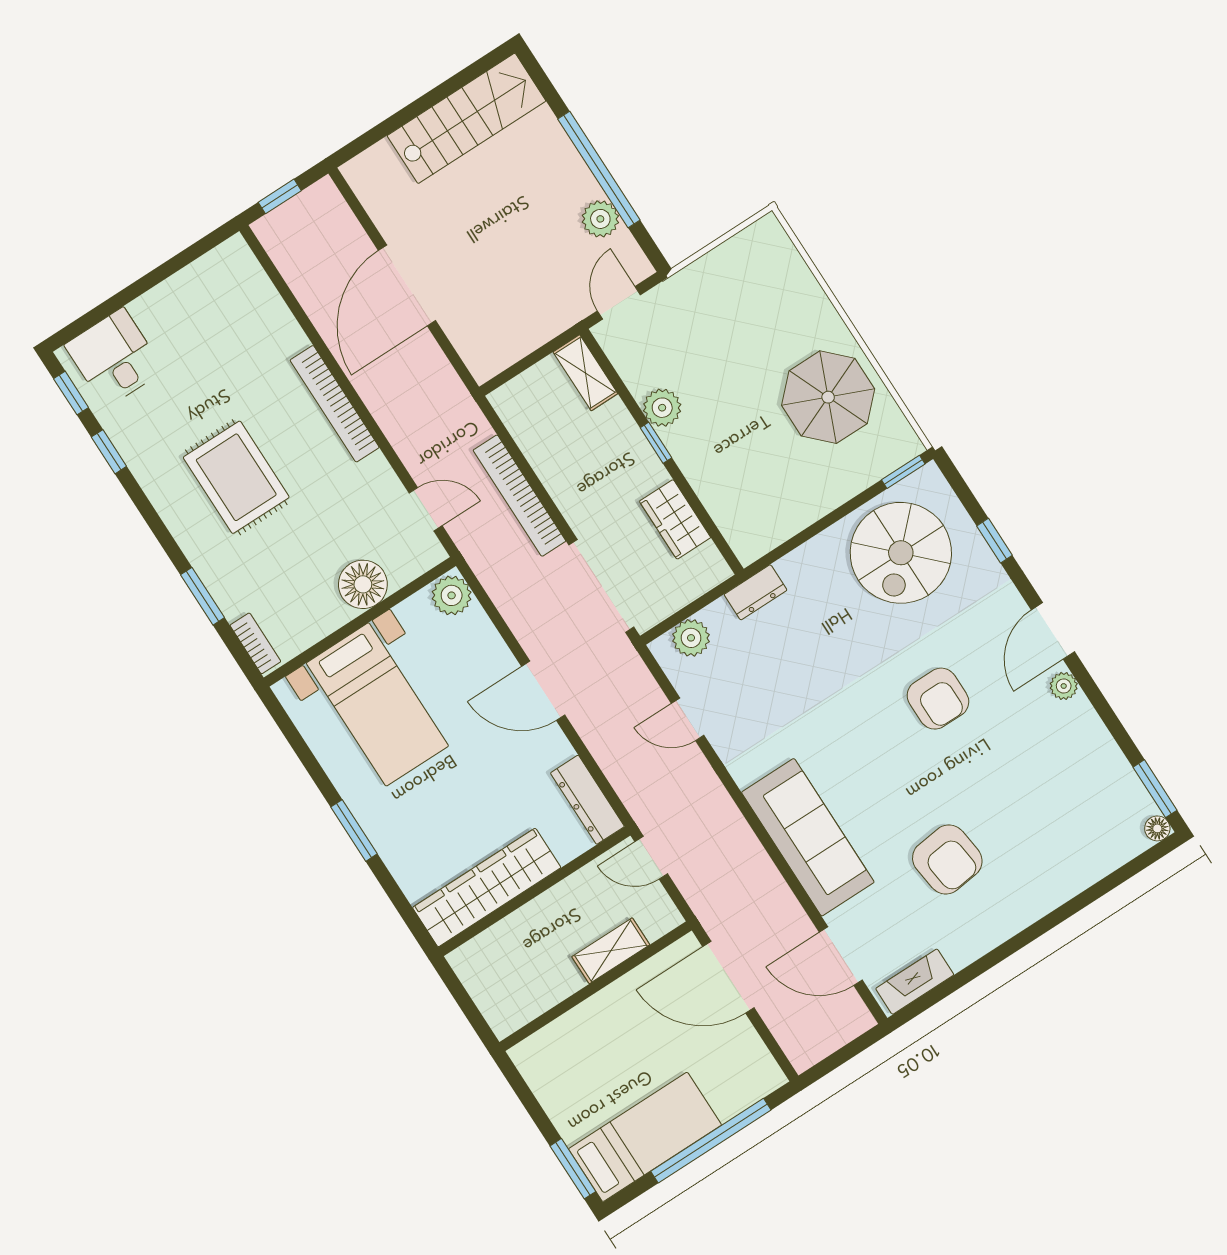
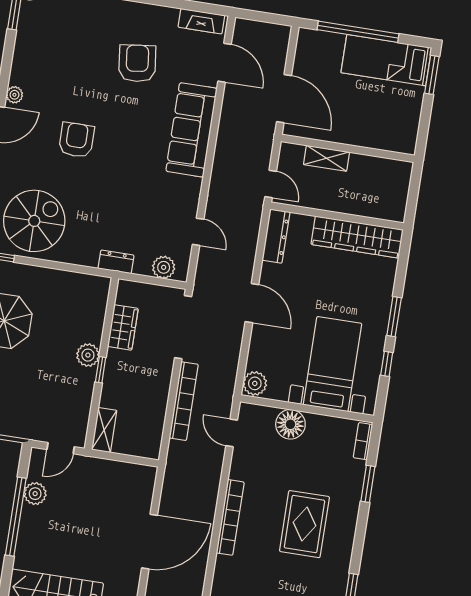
plant: (662, 408) -> (88, 355), moved
window: (311, 764) -> (387, 364), added

